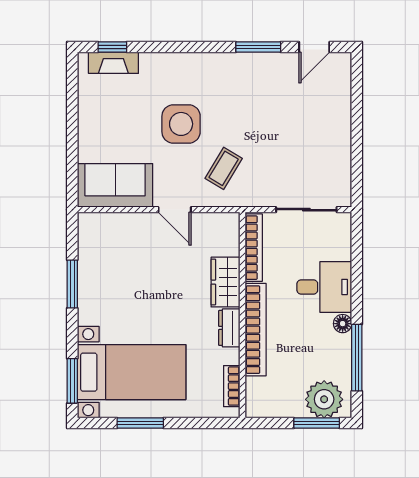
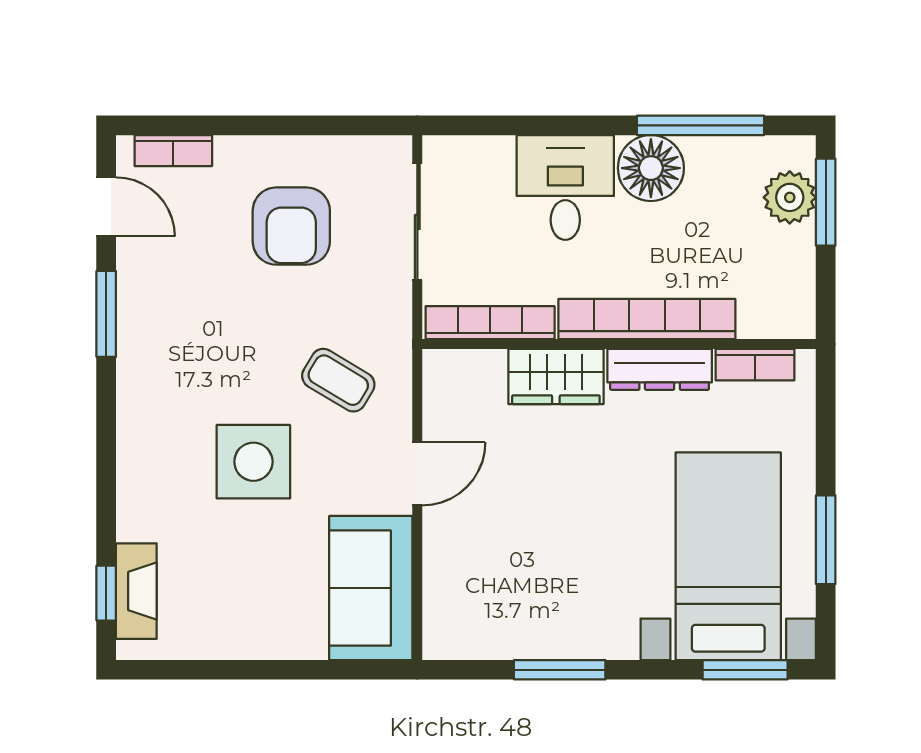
bookcase: (344, 82) -> (173, 151), added
armchair: (304, 144) -> (291, 226), added
floor lamp: (343, 324) -> (651, 168), width x1.89, depth x1.89
dresser: (229, 328) -> (660, 369), width x1.44
plant: (324, 399) -> (790, 197), width x0.73, depth x0.73

